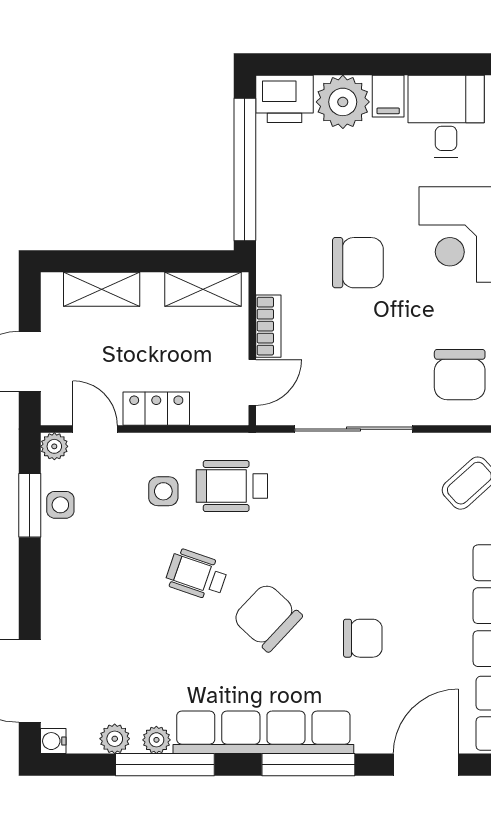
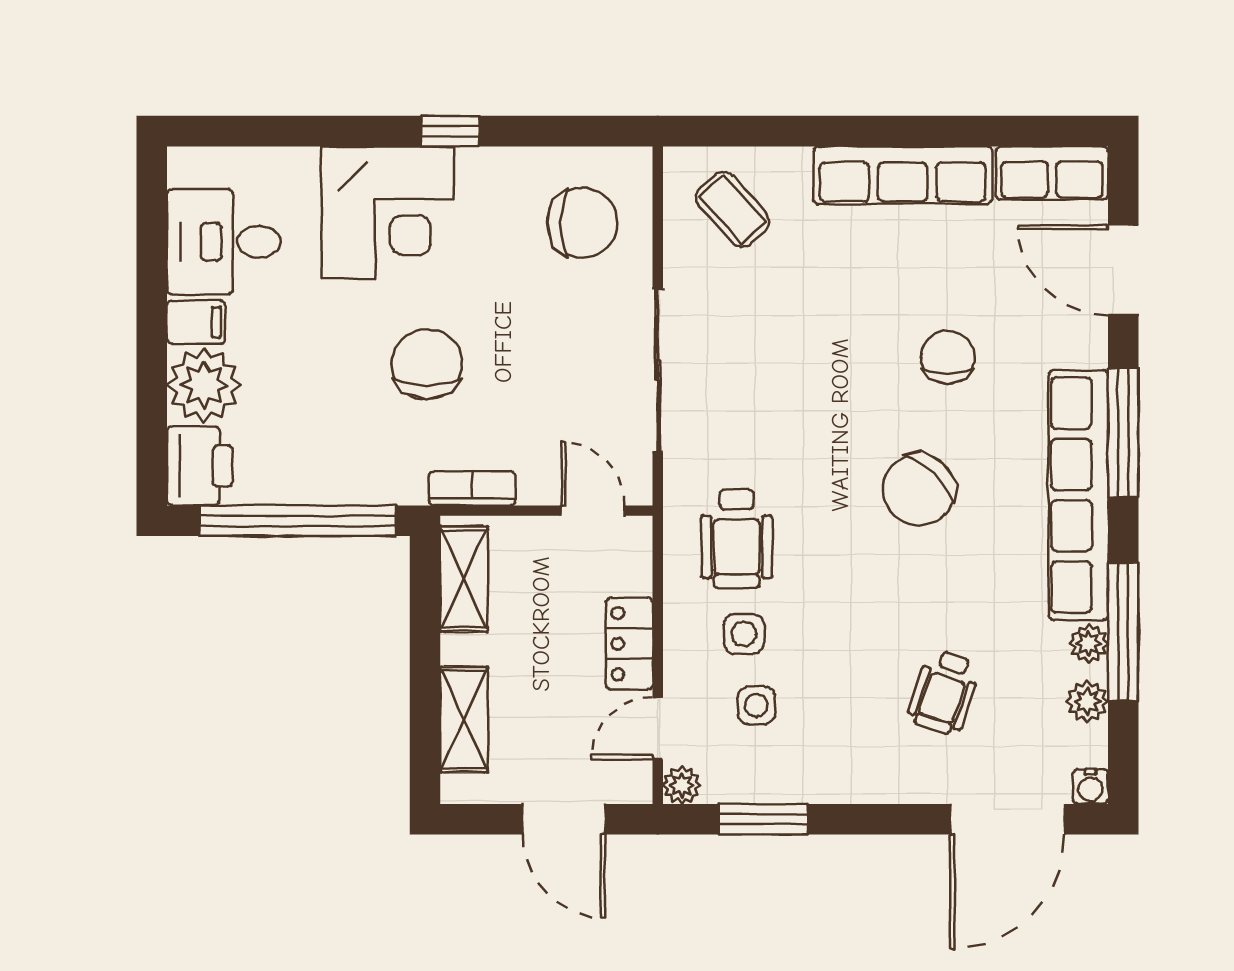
bookcase: (268, 326) -> (472, 488), moved
side table: (60, 505) -> (756, 705), moved
wheelchair: (197, 575) -> (944, 692), moved

